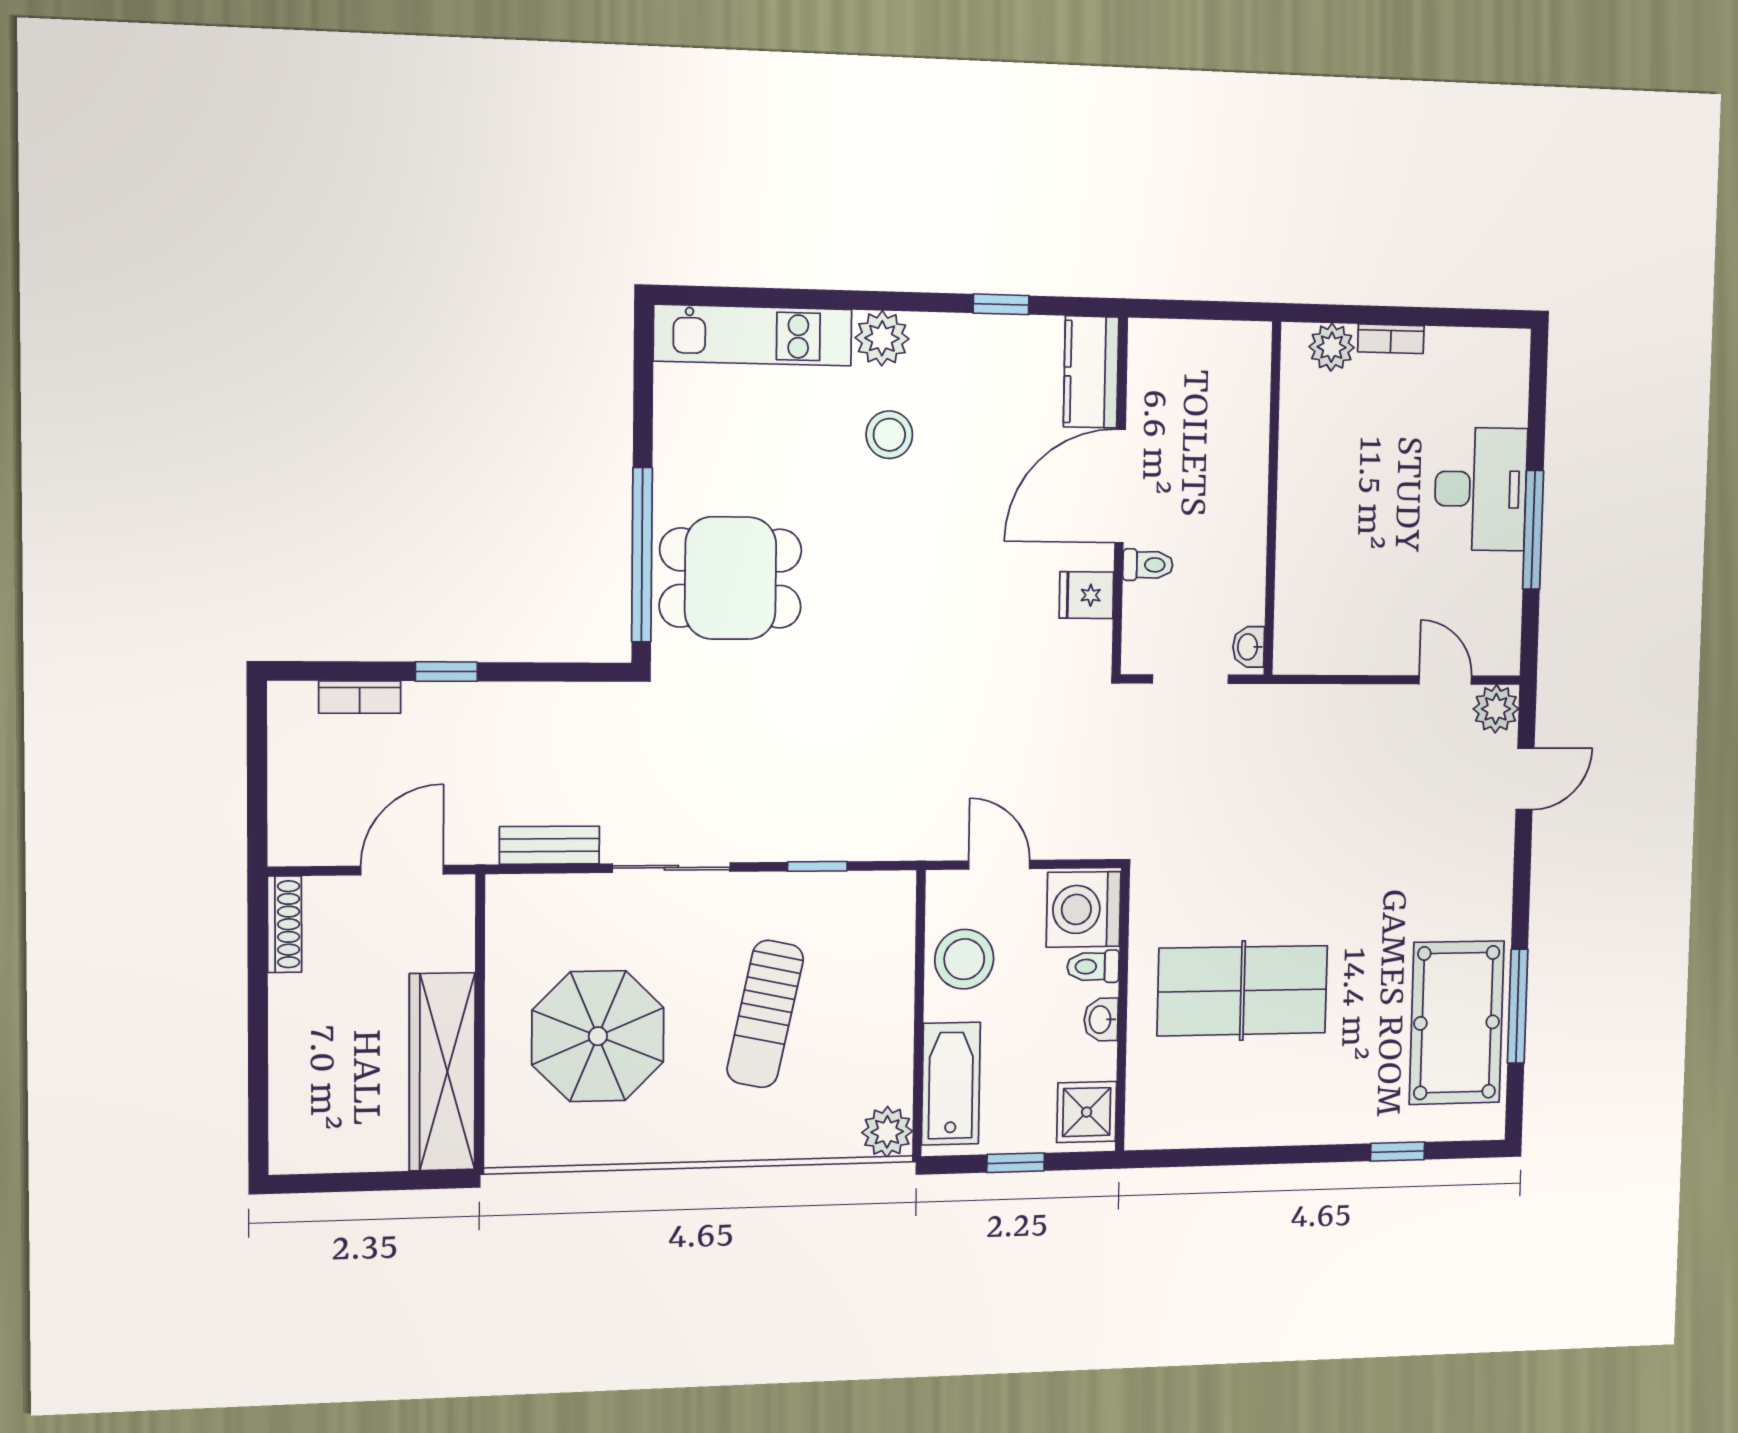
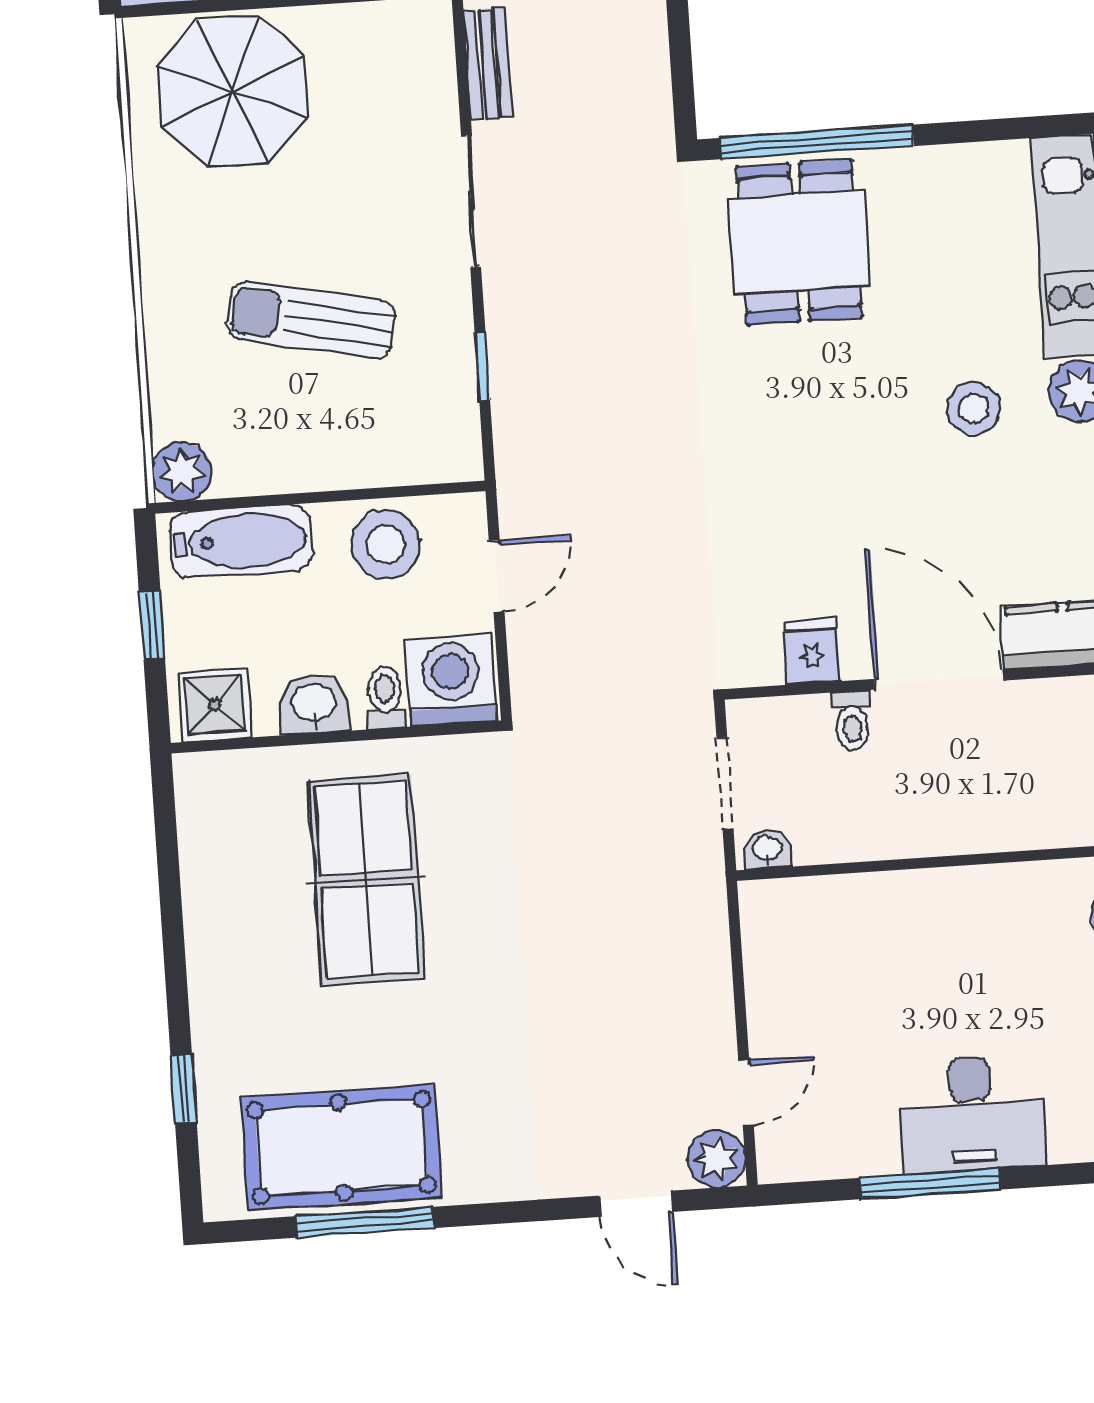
washbasin: (1101, 1020) -> (314, 704), width x1.38, depth x1.45
parasol: (598, 1036) -> (233, 92), moved

